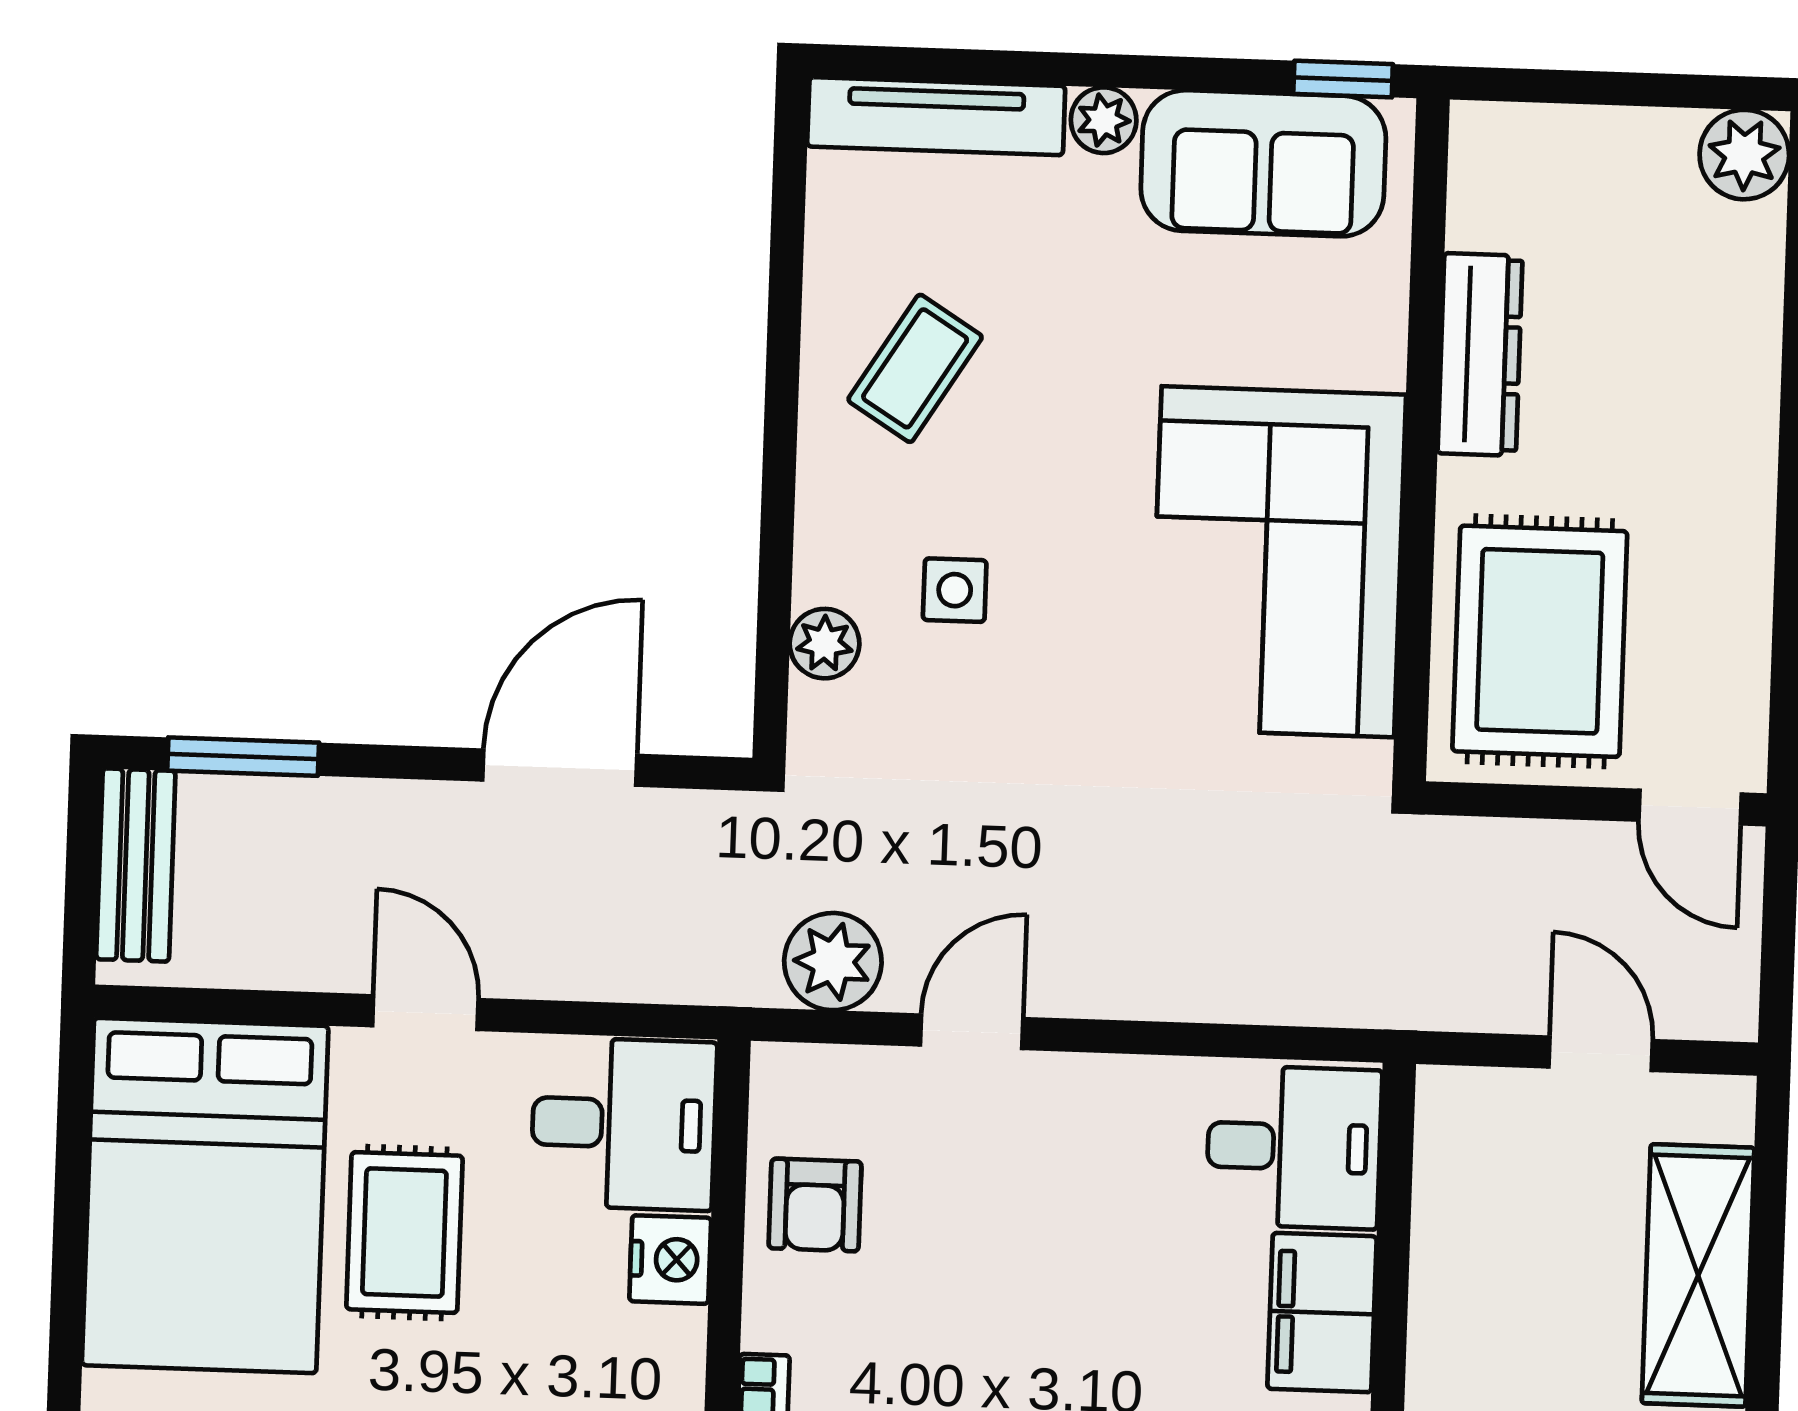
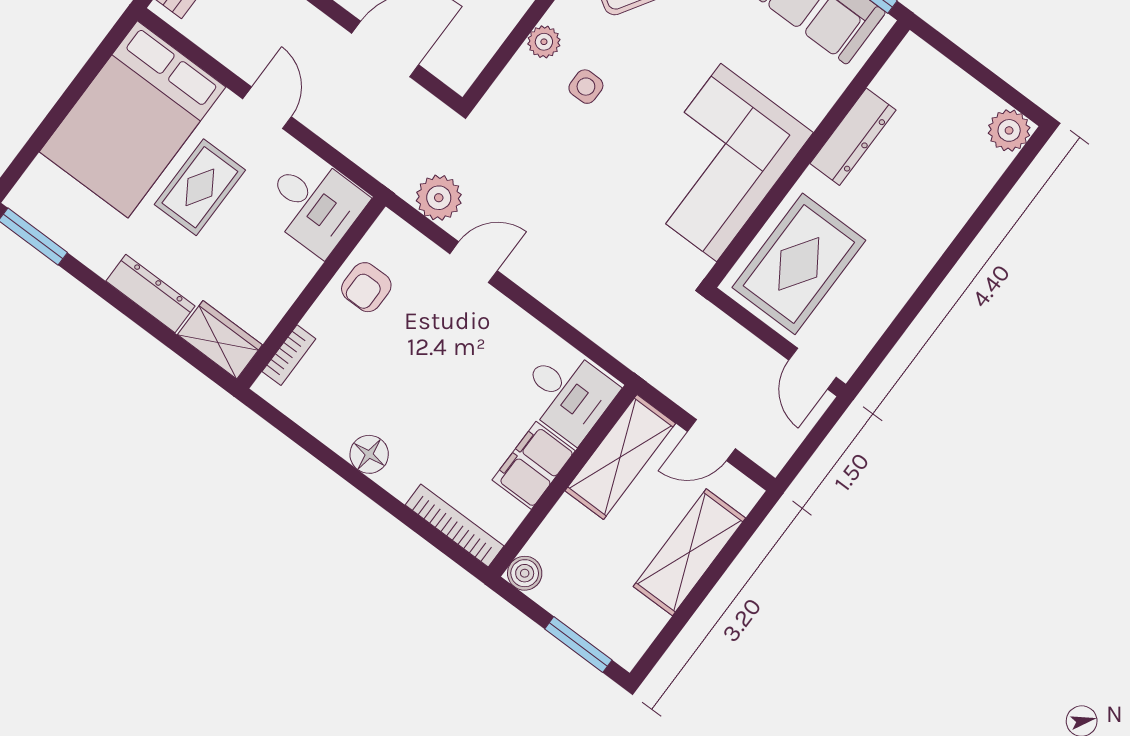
plant: (824, 644) -> (544, 42), moved
door: (1601, 1054) -> (711, 440), swing flipped
shelving: (1463, 1193) -> (620, 457), added
nightstand: (670, 1260) -> (296, 269), removed

